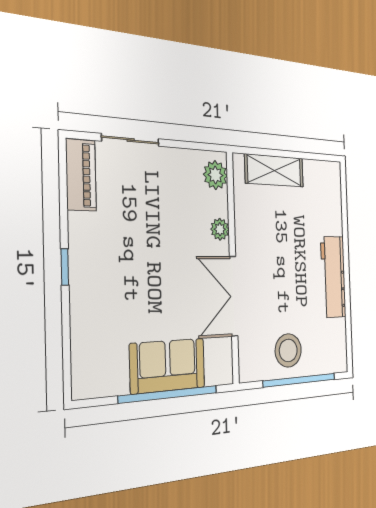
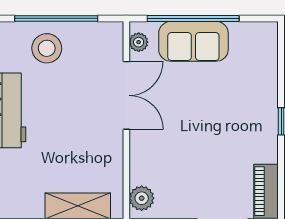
plant: (220, 229) -> (139, 42), moved
stool: (288, 350) -> (47, 48), moved

